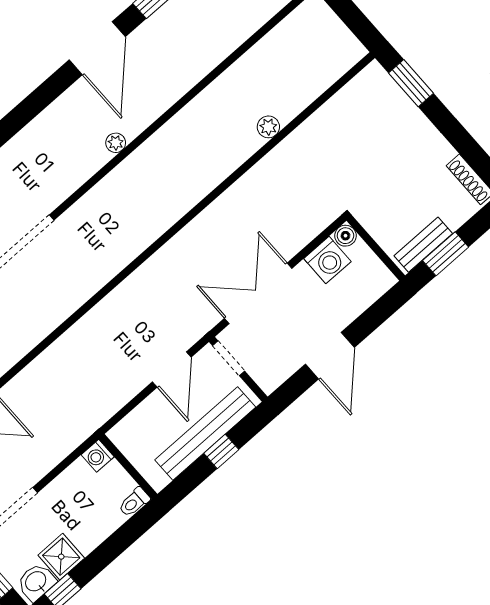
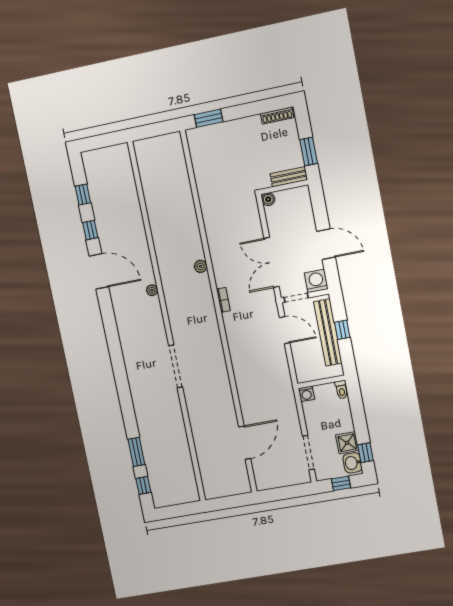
plant: (268, 127) -> (201, 266), moved
bench: (423, 245) -> (289, 177), moved, turned 90
bookcase: (163, 255) -> (223, 300), added
washing machine: (327, 260) -> (316, 281), moved, turned -90

